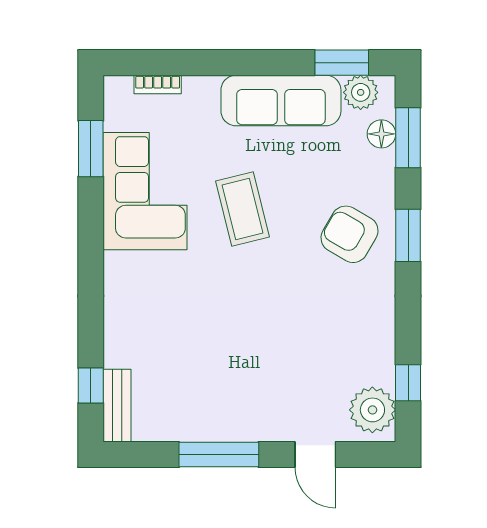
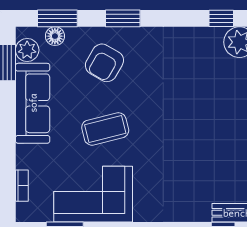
armchair: (349, 234) -> (104, 63), moved

